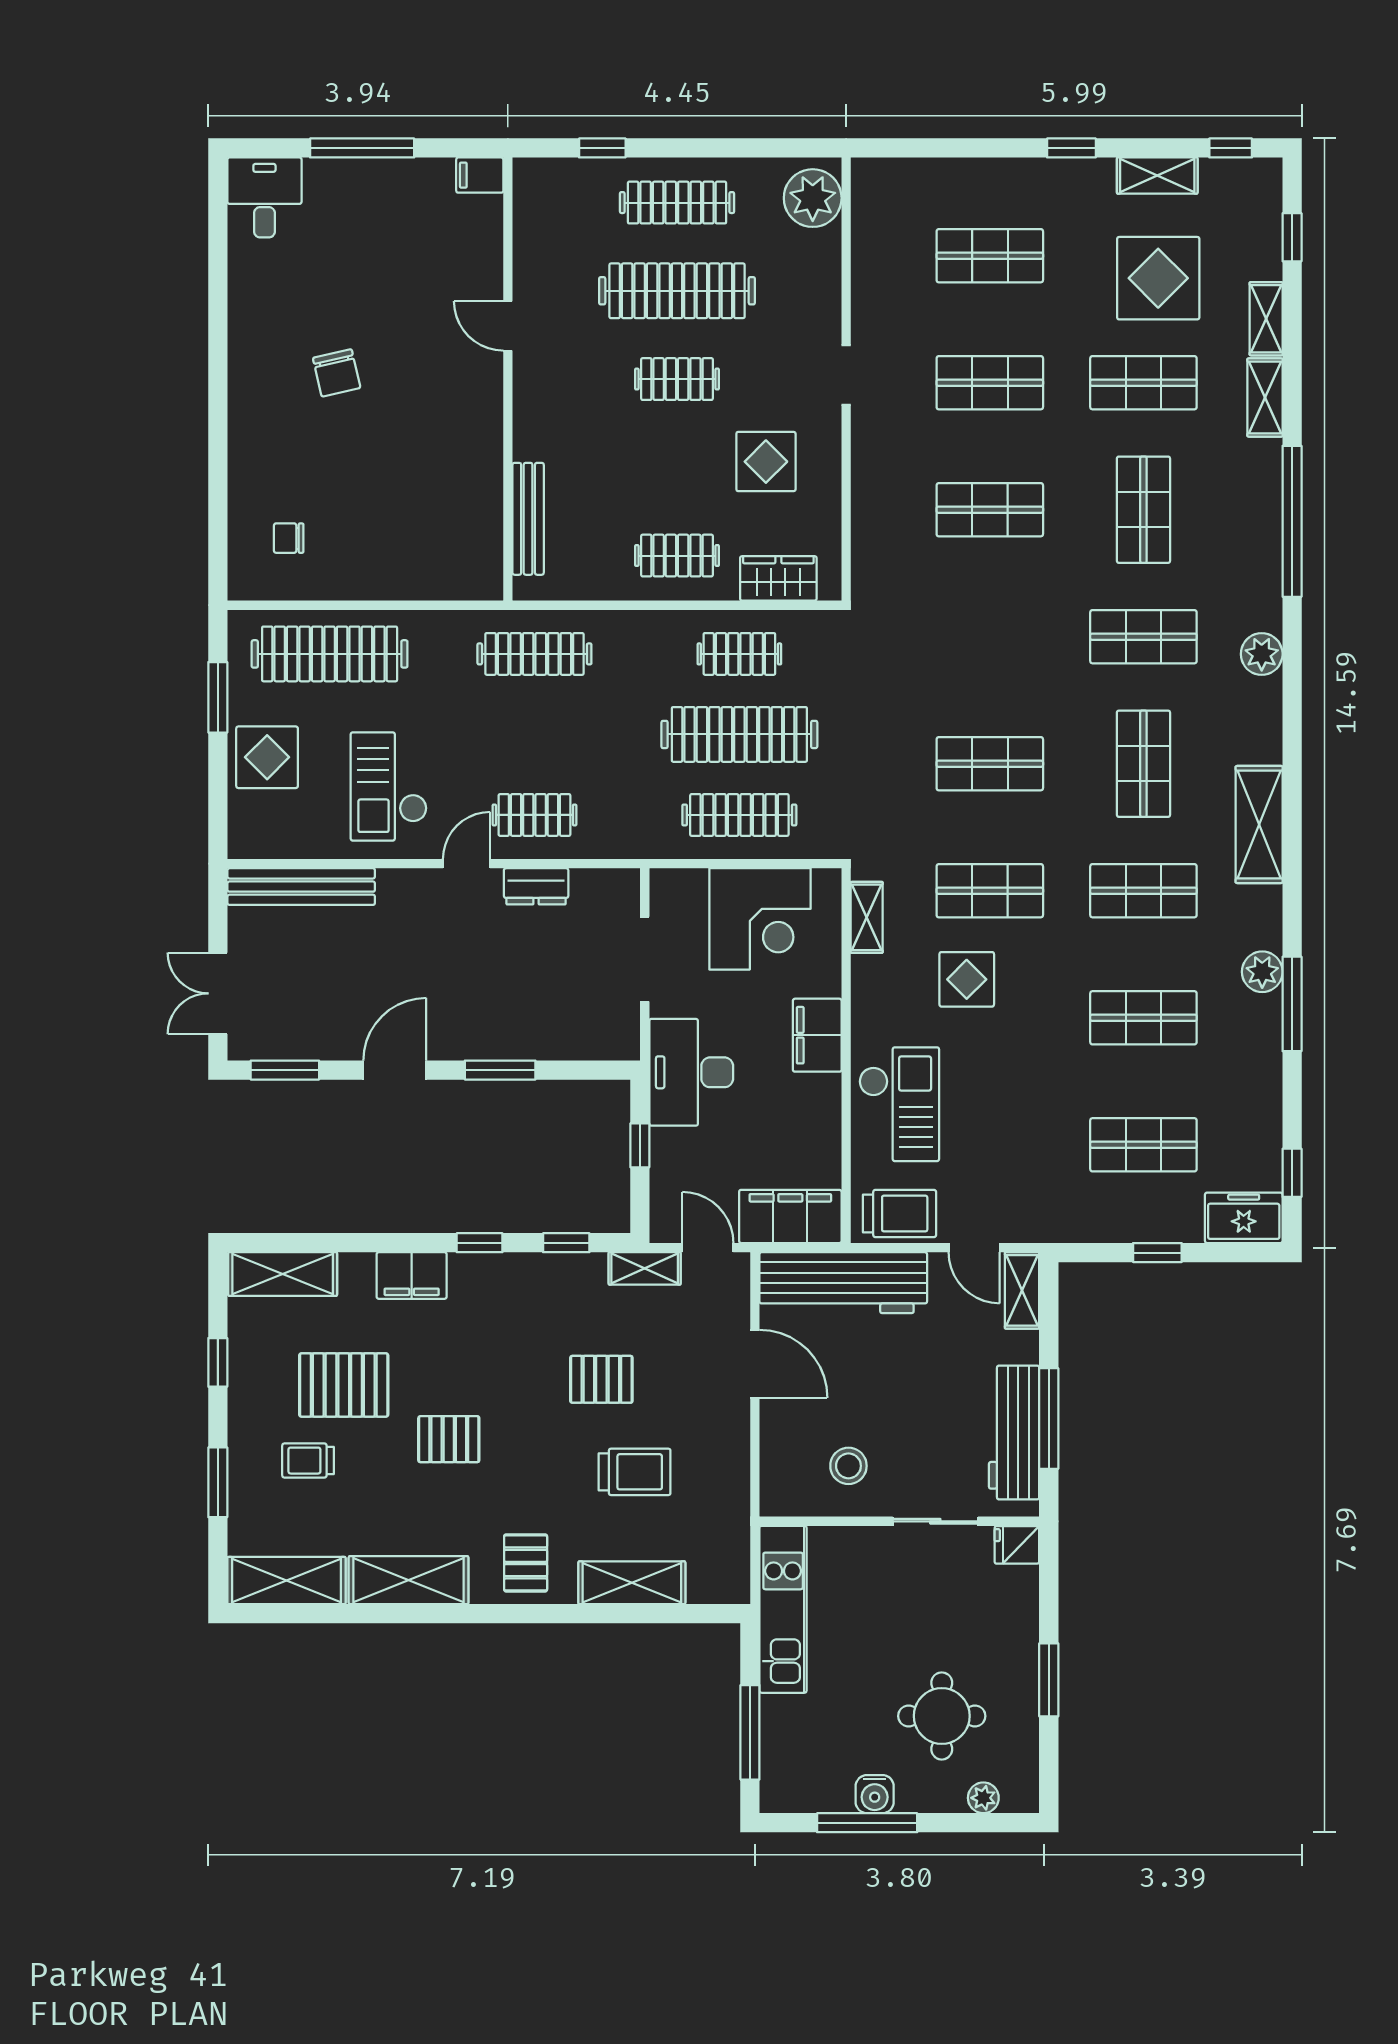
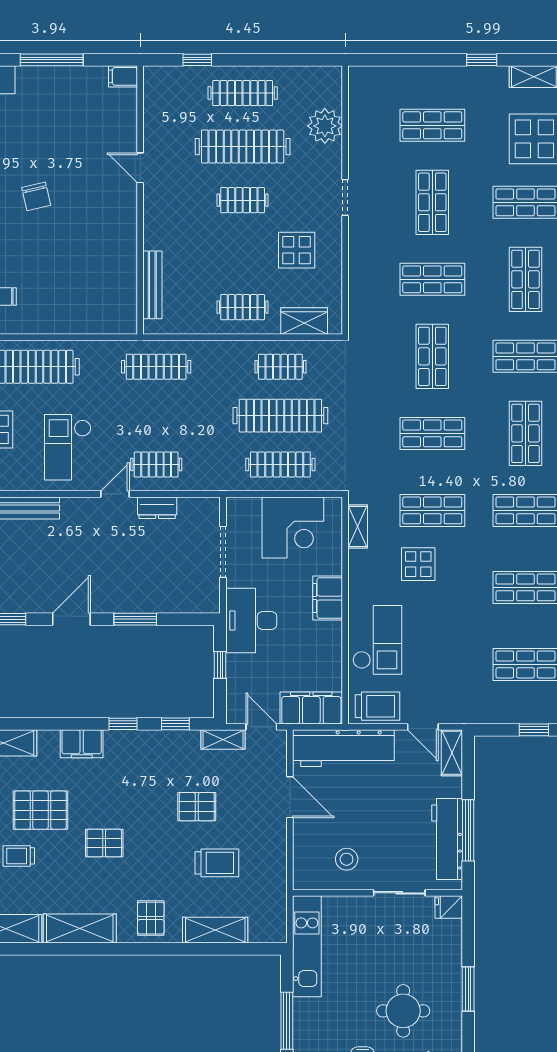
plant: (813, 198) -> (325, 126), moved
shop shelf: (990, 383) -> (432, 202), turned 90
shop shelf: (990, 637) -> (432, 356), added

